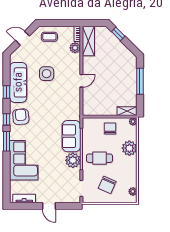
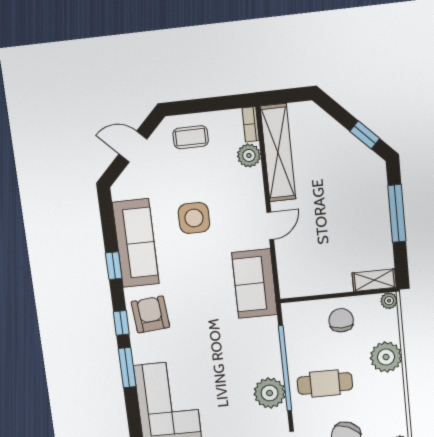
window: (118, 34) -> (365, 135), moved
shelving: (88, 41) -> (278, 153), width x1.47
sofa: (71, 136) -> (255, 284), moved

